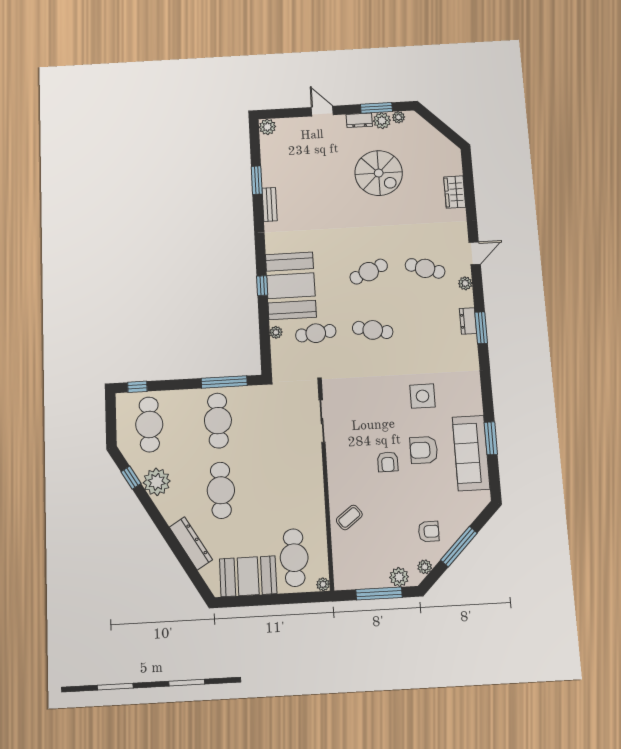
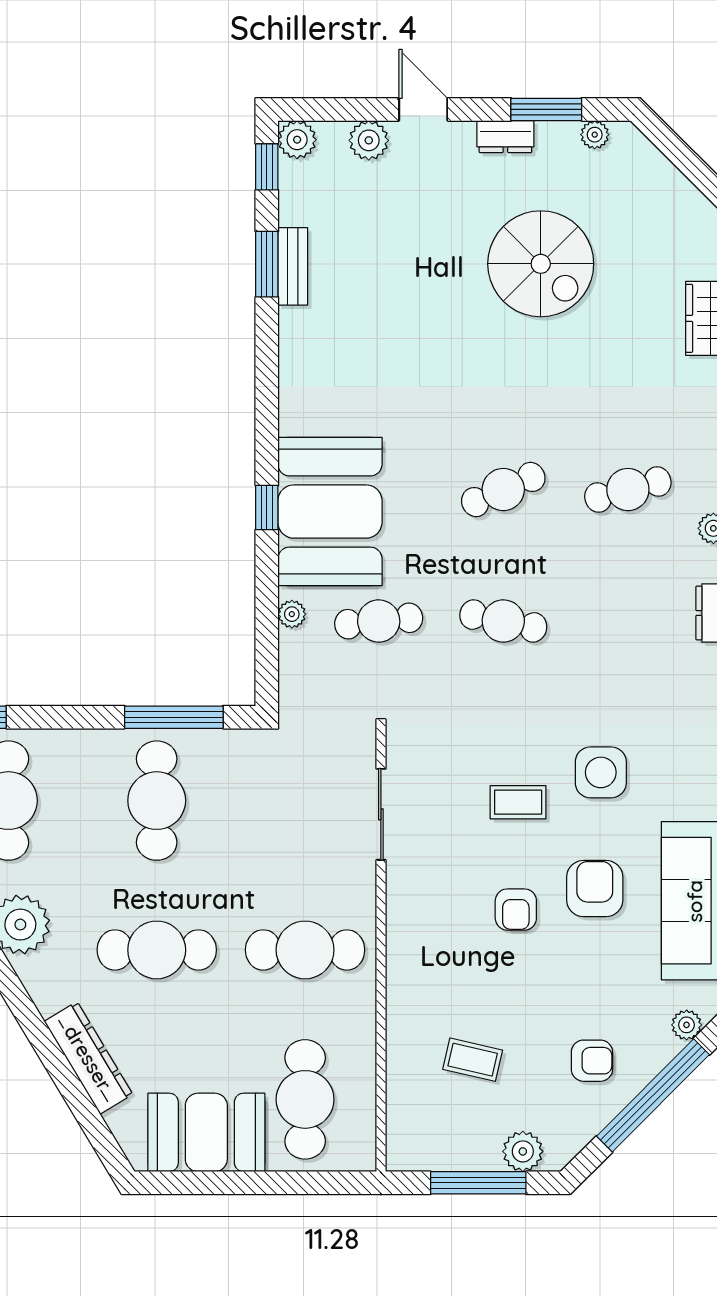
plant: (382, 121) -> (369, 140), moved
window: (255, 139) -> (267, 167), added
bench: (270, 204) -> (293, 266), moved
cafe table: (425, 268) -> (628, 490), turned -33
coffee table: (385, 412) -> (518, 802), added
armchair: (424, 450) -> (595, 889), turned 90
cafe table: (290, 486) -> (305, 950), added
cafe table: (221, 490) -> (157, 950), turned 90
coffee table: (349, 517) -> (473, 1060), moved, turned 50
window: (459, 546) -> (653, 1095), width x1.46
plant: (425, 567) -> (687, 1025), moved
plant: (323, 584) -> (363, 1158), removed

